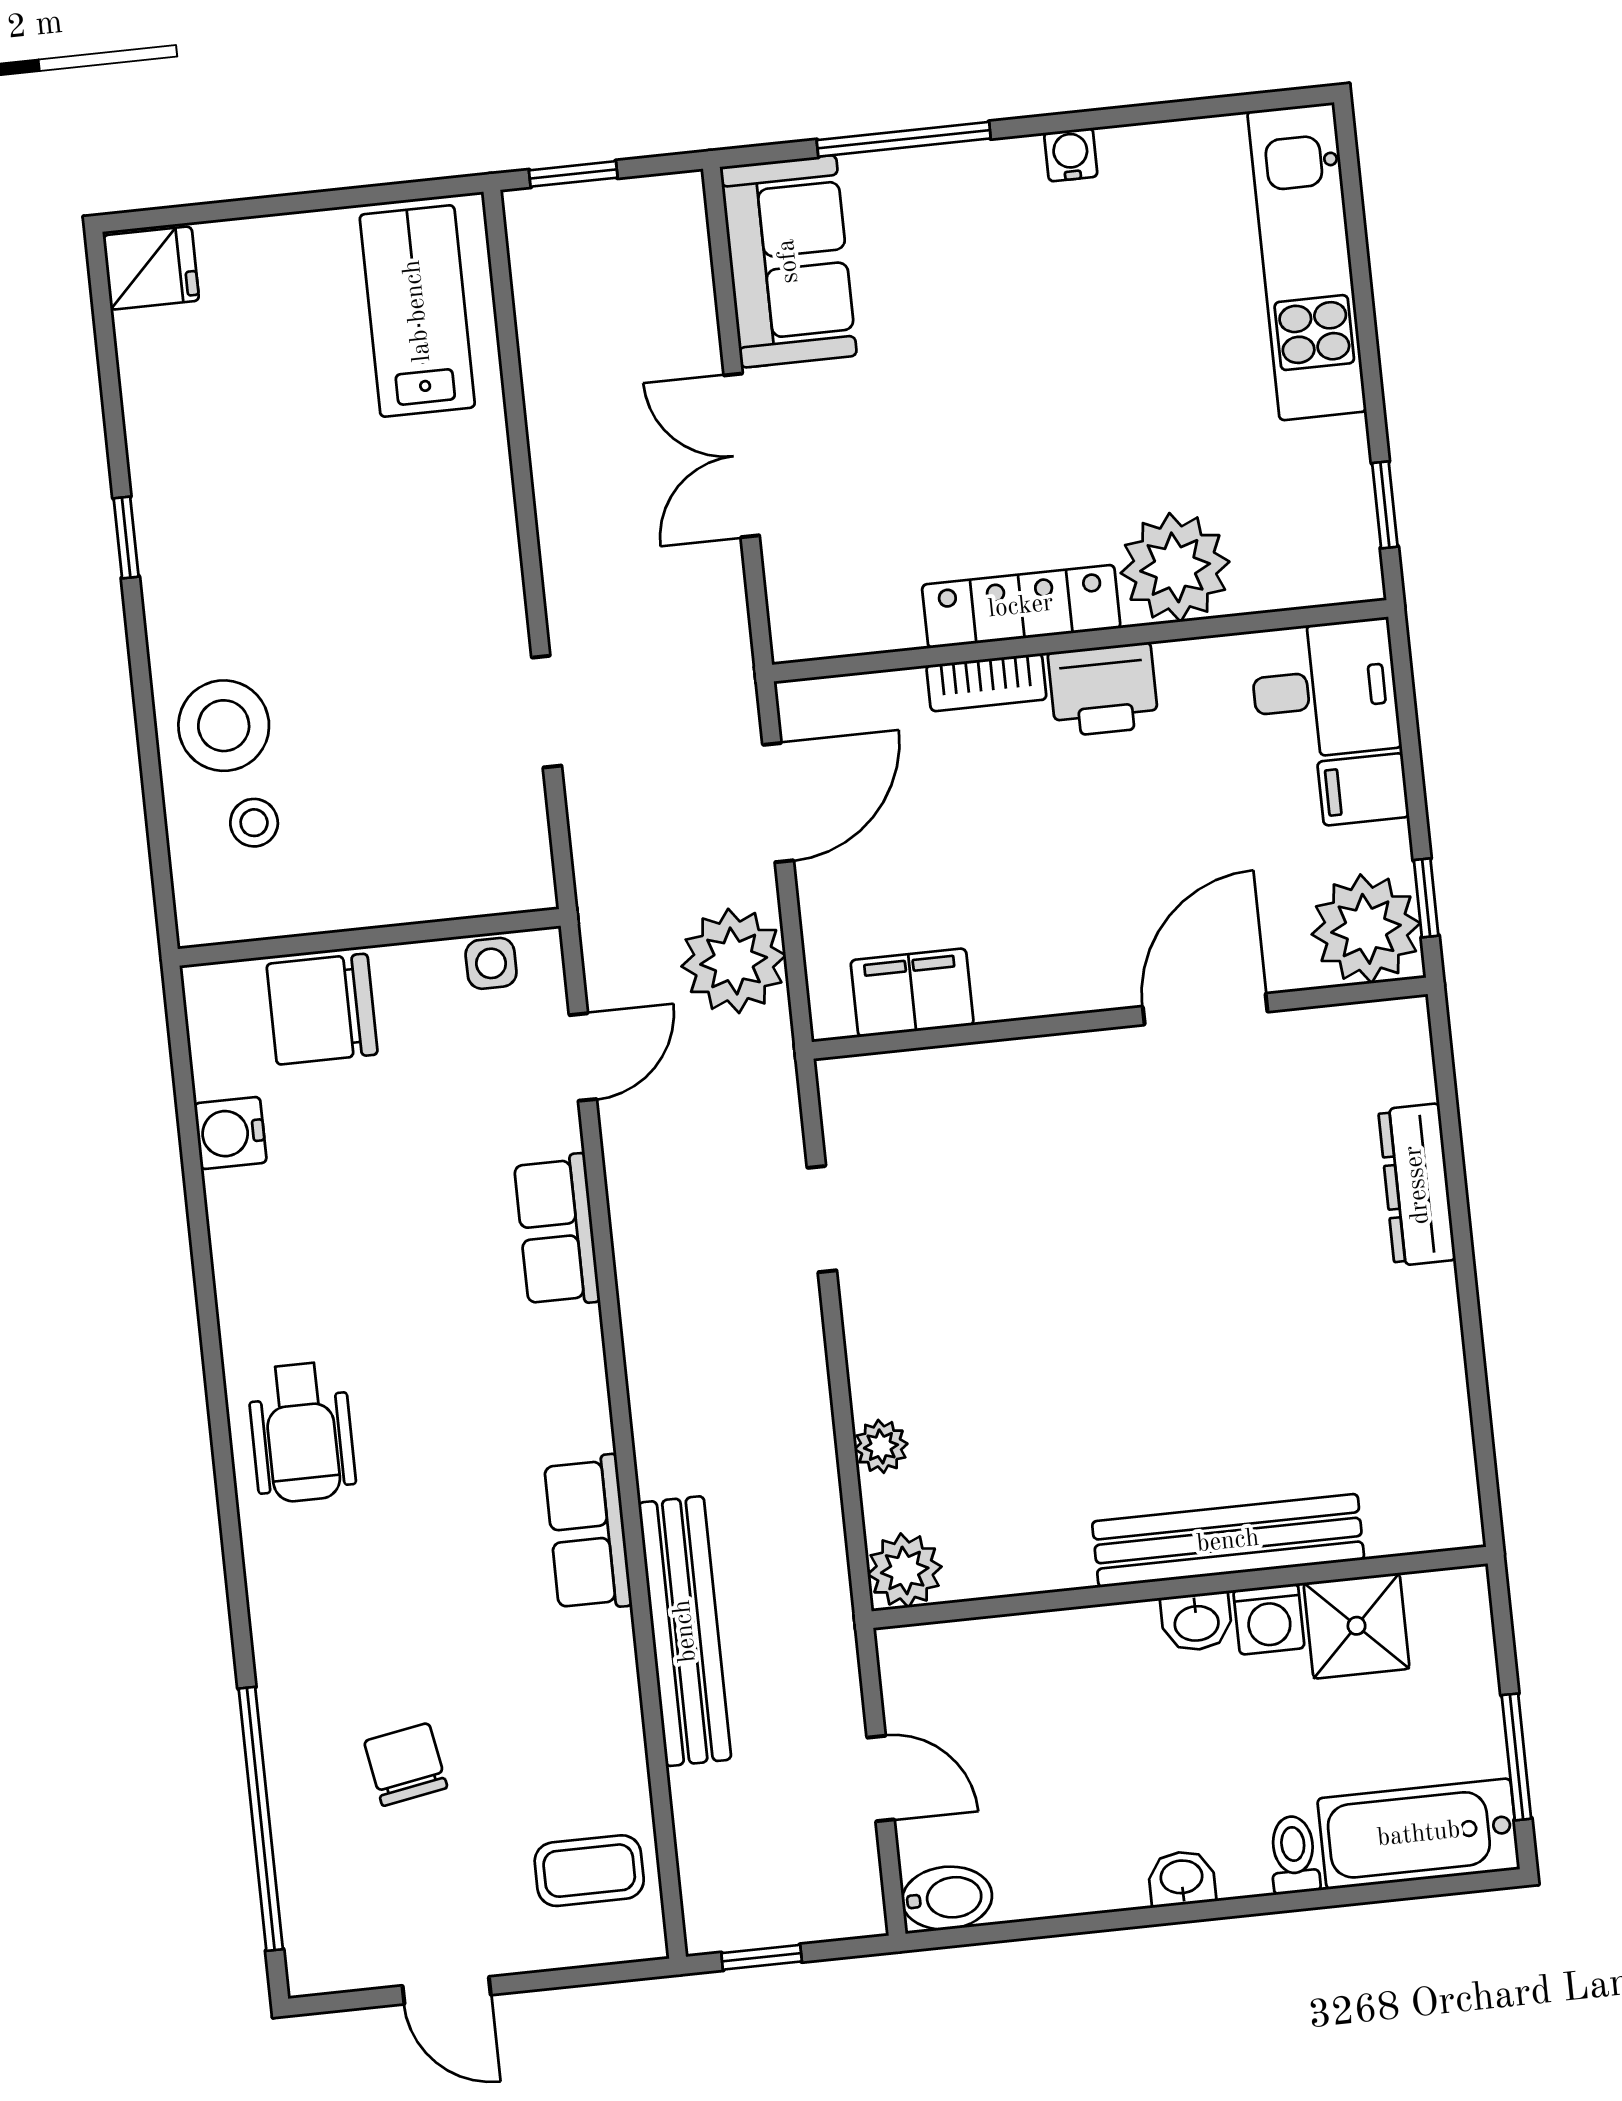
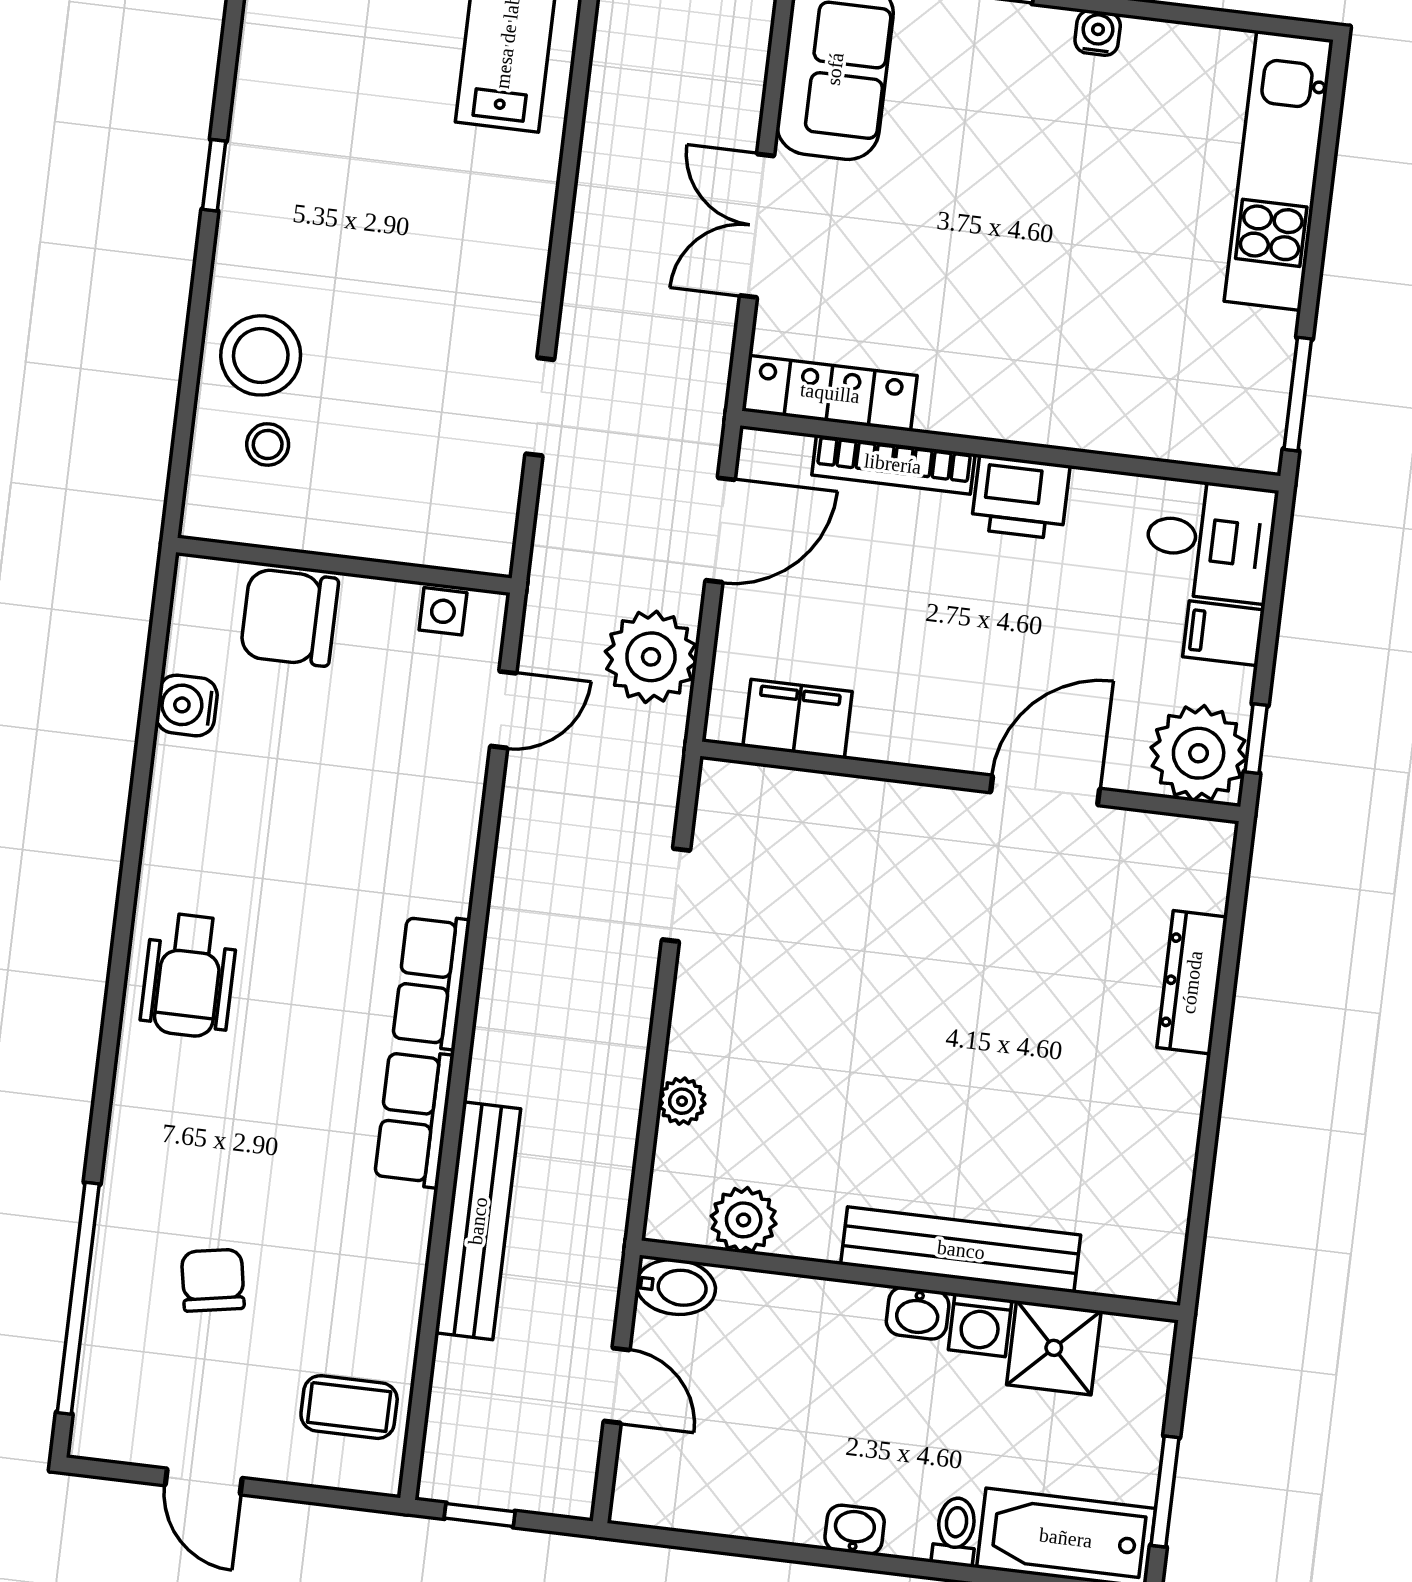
window: (1385, 505) -> (1298, 394), width x1.50
plant: (1175, 567) -> (1106, 406), removed
locker: (1021, 606) -> (830, 393), moved
bookcase: (986, 682) -> (893, 464), width x1.56
row of seats: (557, 1231) -> (431, 981), moved
plant: (905, 1570) -> (744, 1220), moved
bidet: (947, 1898) -> (676, 1287), moved

